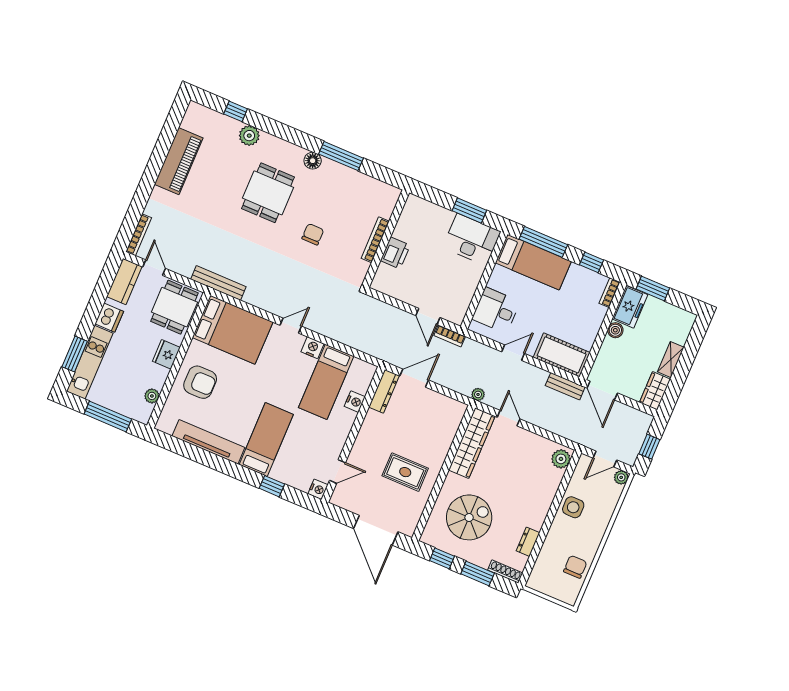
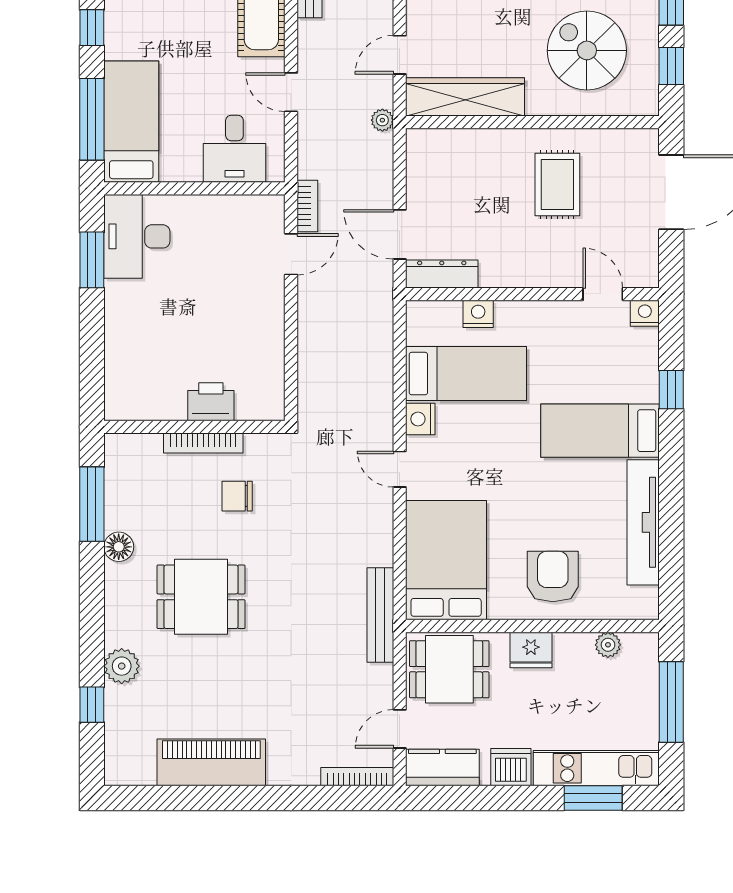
wall: (386, 239) -> (194, 427), moved
bookcase: (375, 240) -> (203, 443), moved
printer: (395, 253) -> (211, 402), moved

